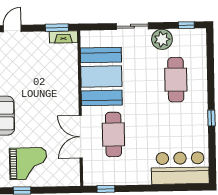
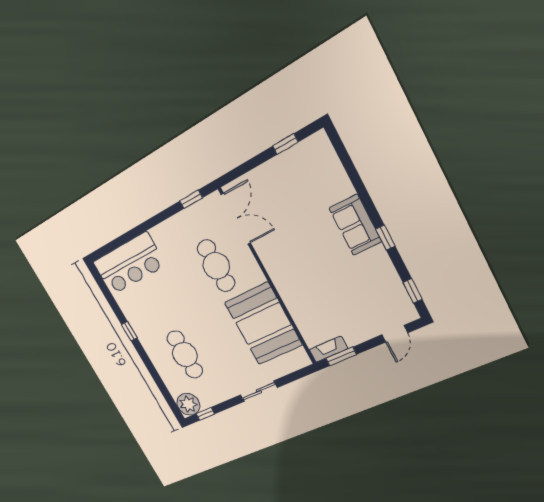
plant: (162, 39) -> (188, 404), moved
double door: (81, 137) -> (236, 219), moved
grand piano: (28, 164) -> (295, 182), removed

